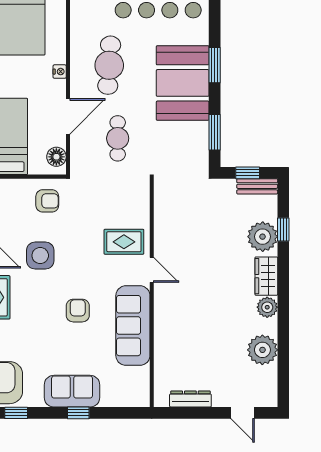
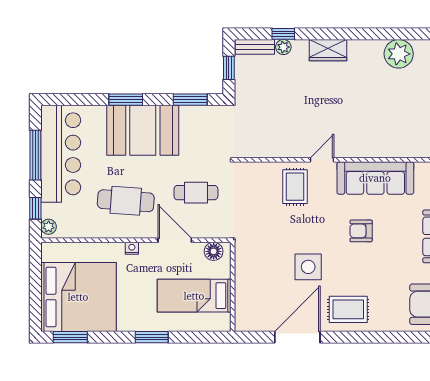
bench: (257, 186) -> (255, 47), moved, turned 90
armchair: (47, 201) -> (256, 260), removed
plant: (263, 237) -> (283, 47), width x0.53, depth x0.53
plant: (267, 307) -> (358, 49), removed

